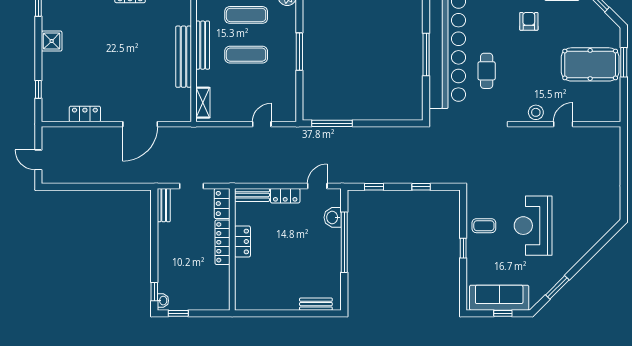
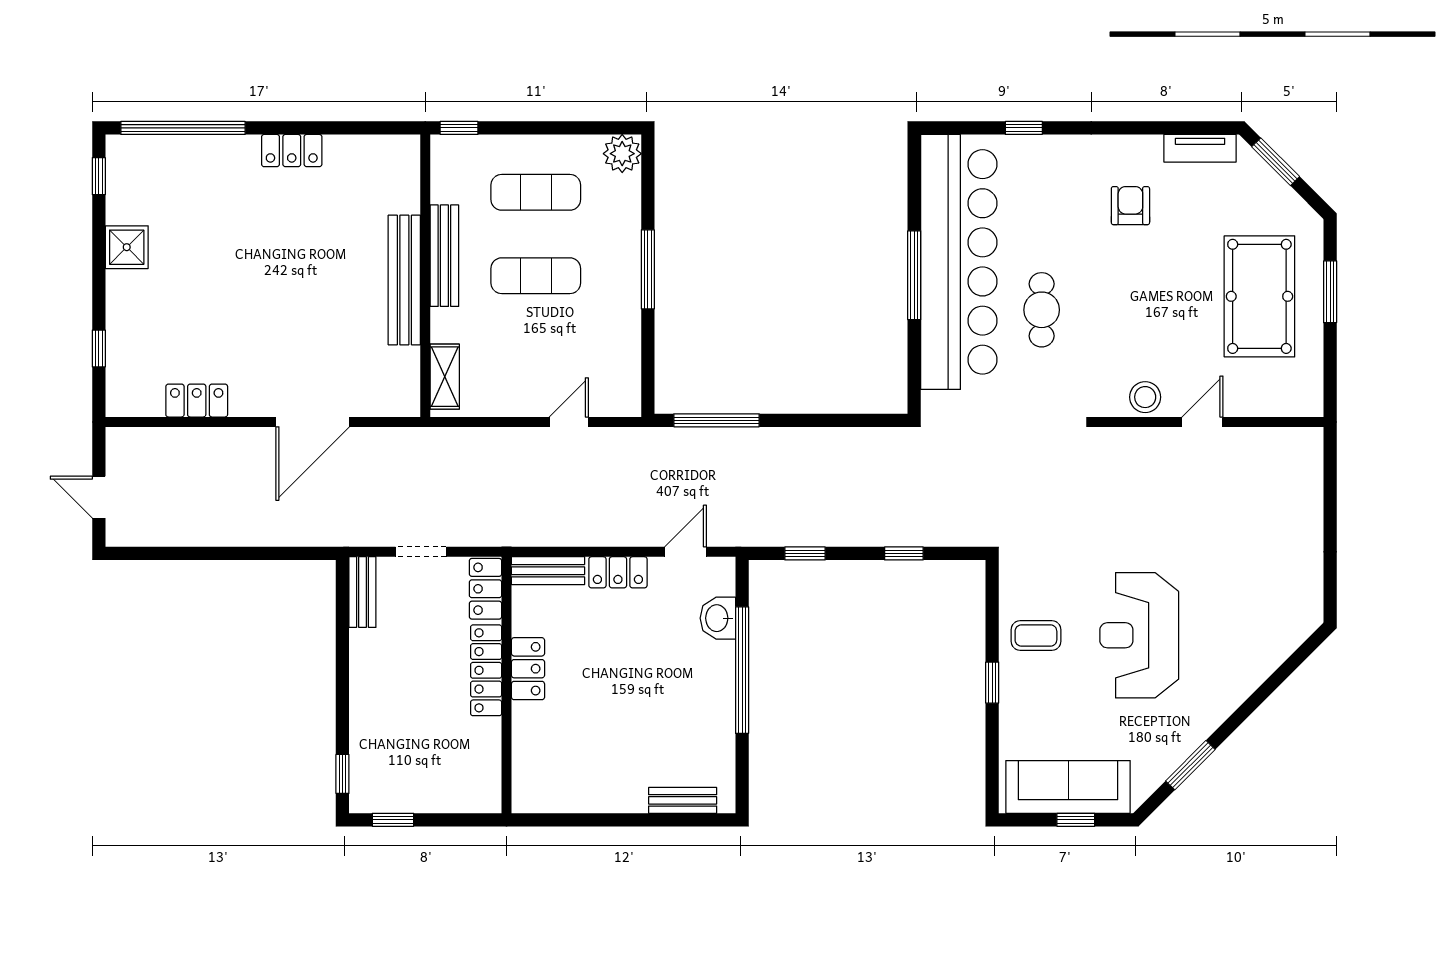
pool table: (590, 64) -> (1259, 296), turned 90
washbasin: (163, 301) -> (361, 793), removed

